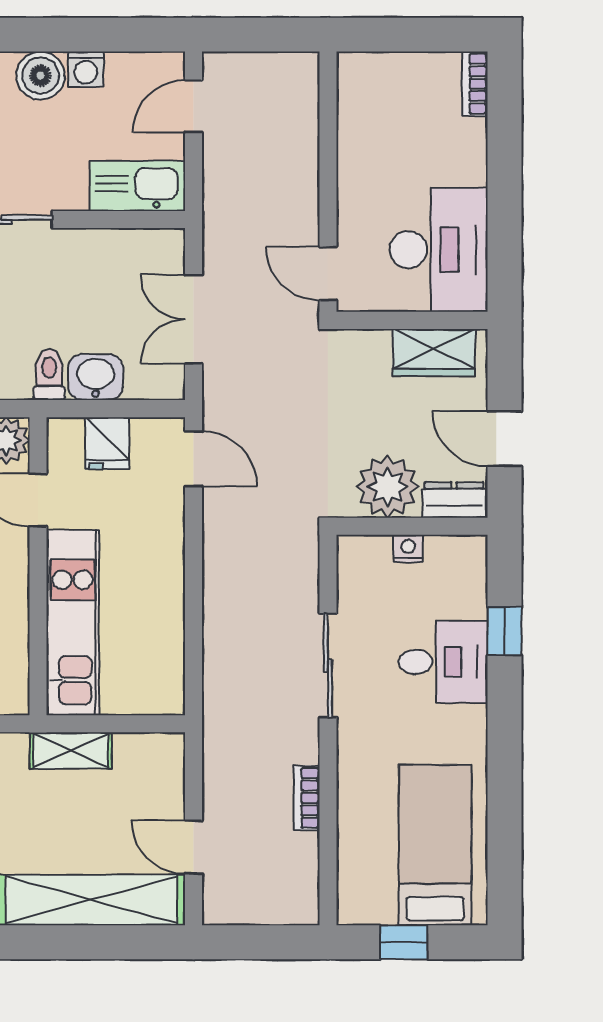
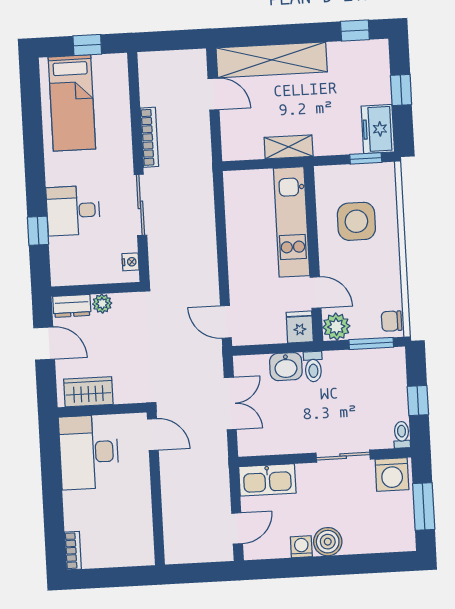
fridge: (107, 443) -> (300, 327), moved
plant: (388, 487) -> (102, 304), width x0.53, depth x0.53
nightstand: (408, 549) -> (130, 262), moved, turned -90
bookcase: (307, 798) -> (149, 137), width x1.56

